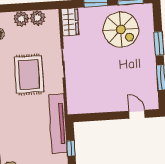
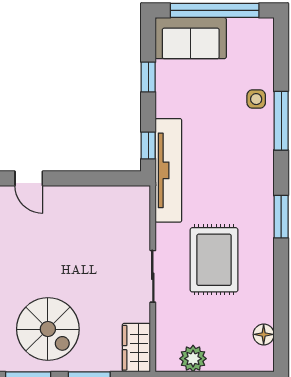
plant: (21, 19) -> (222, 359), removed
spiral stairs: (121, 30) -> (48, 329), turned 180
window: (71, 148) -> (148, 145), moved

